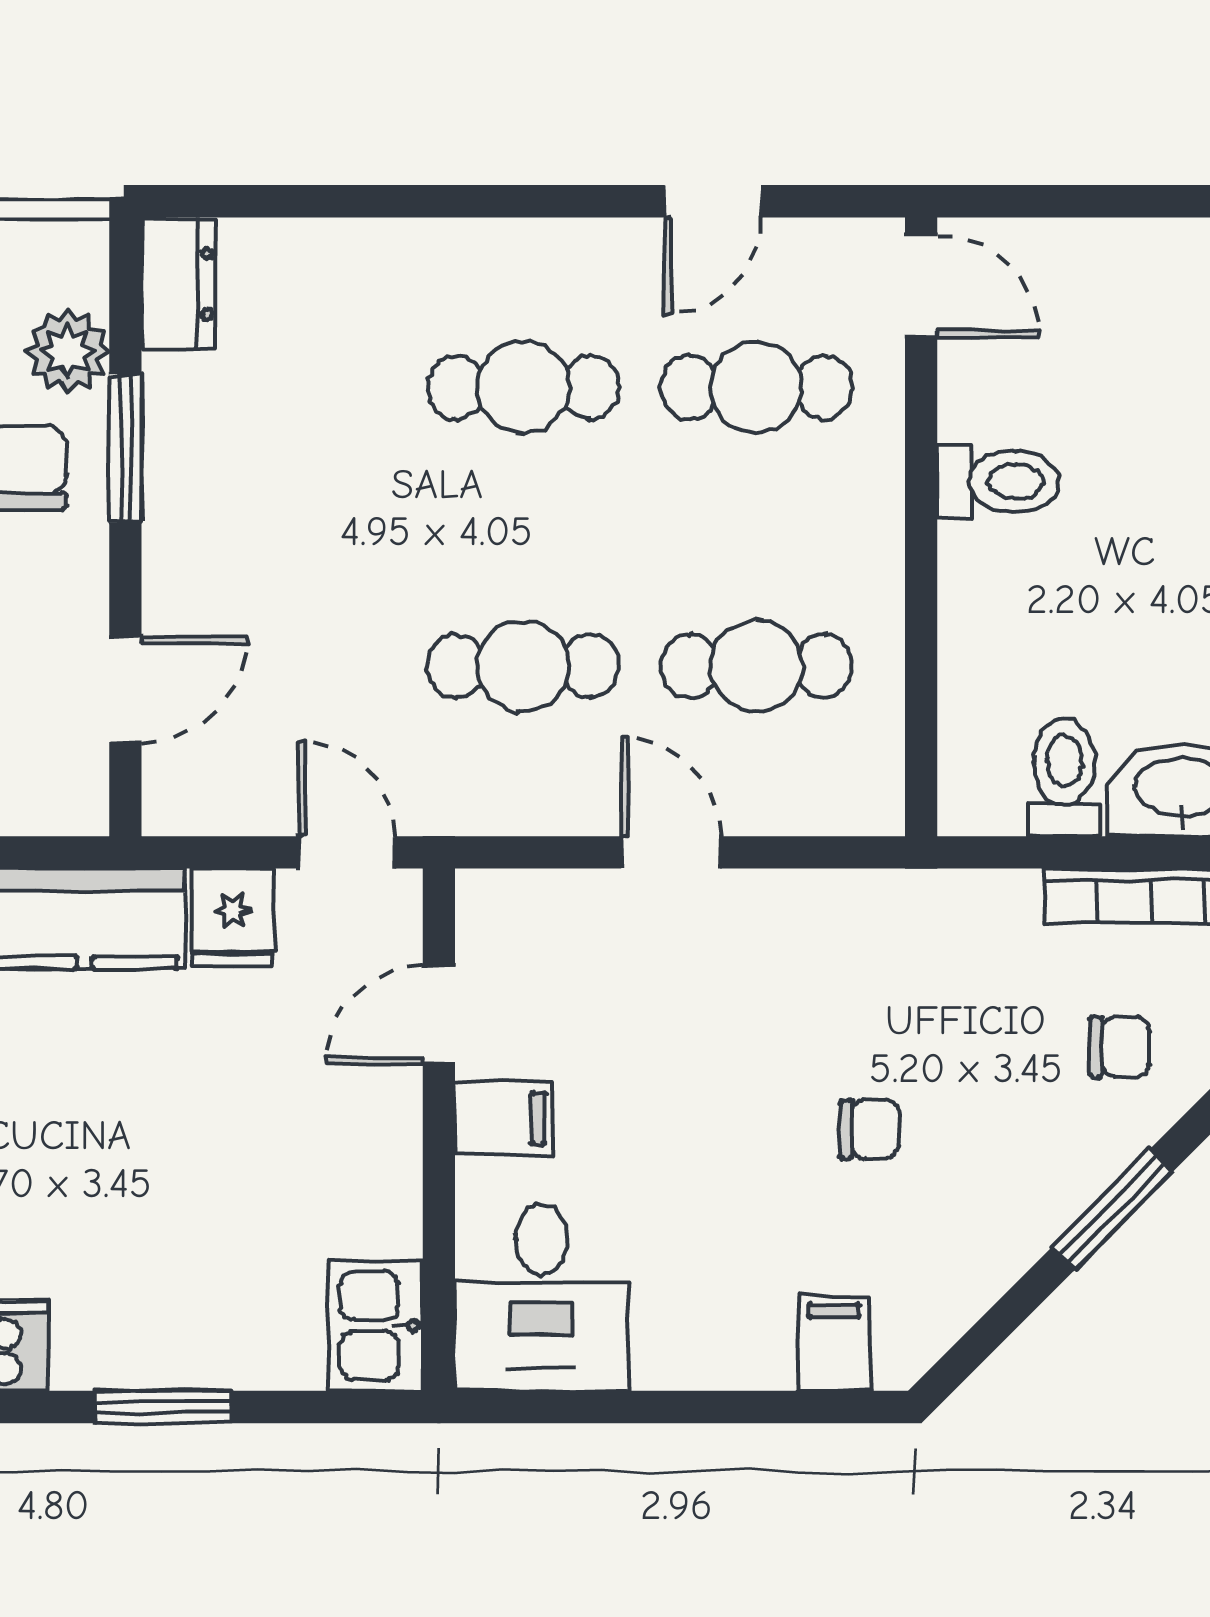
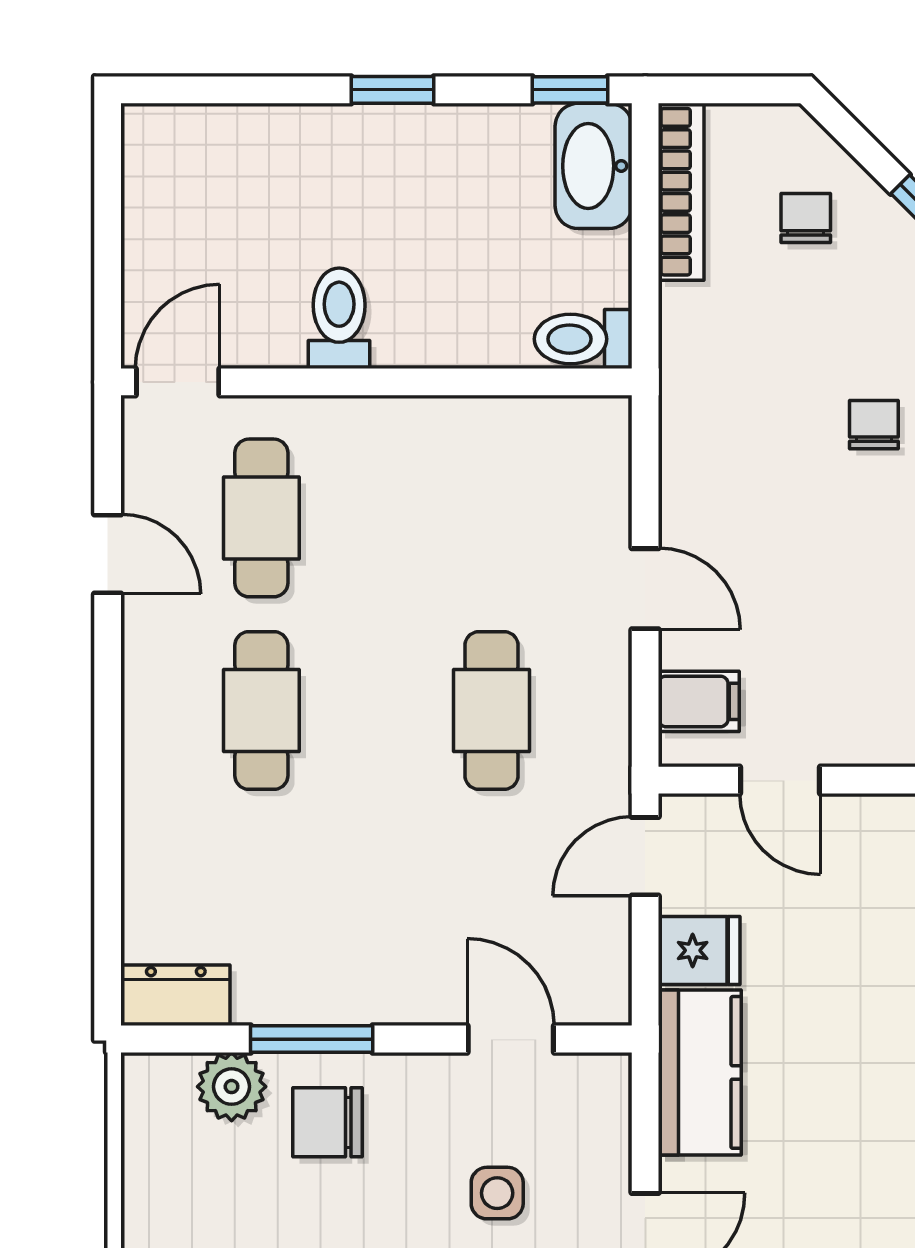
cafe table: (756, 666) -> (491, 518), removed
toilet: (1064, 777) -> (583, 339), moved
door: (671, 852) -> (645, 589), swing flipped
filing cabinet: (504, 1118) -> (699, 701), moved, turned 90

